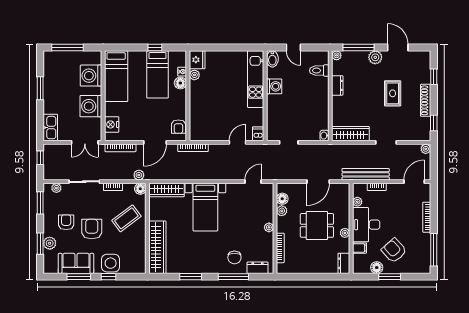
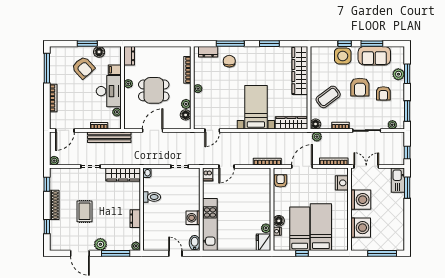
toilet: (319, 71) -> (152, 197), moved
bed: (116, 76) -> (321, 227), moved
window: (40, 88) -> (407, 188), moved

